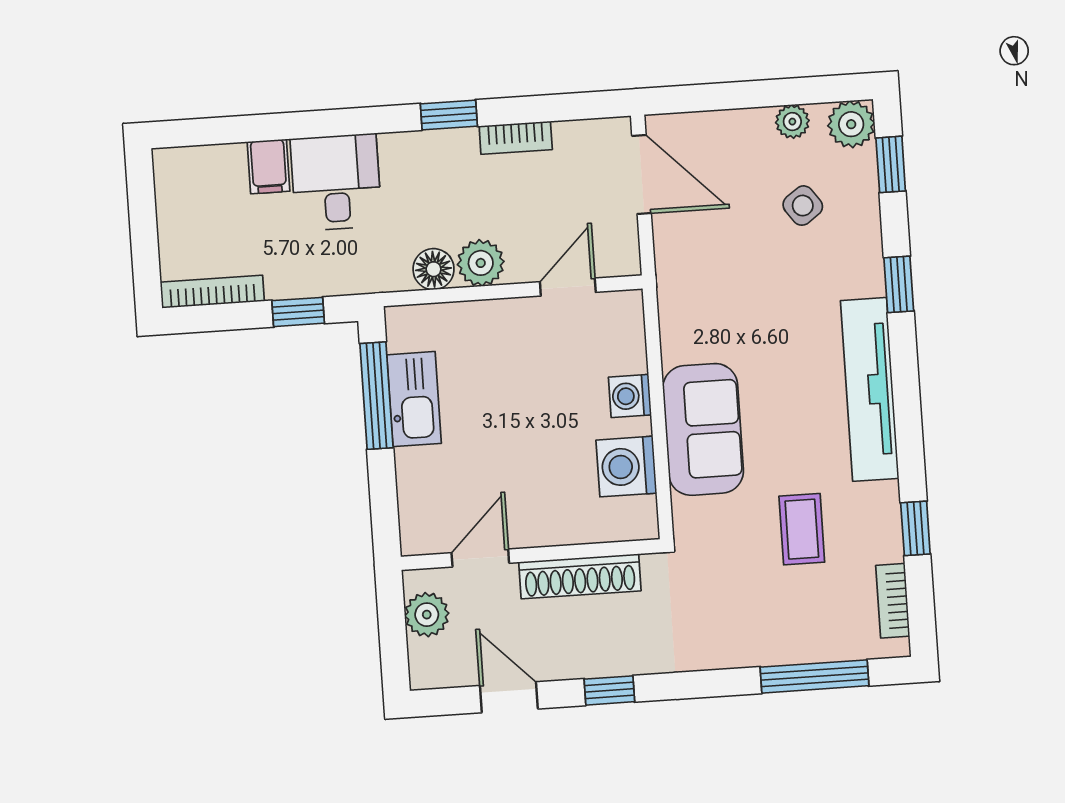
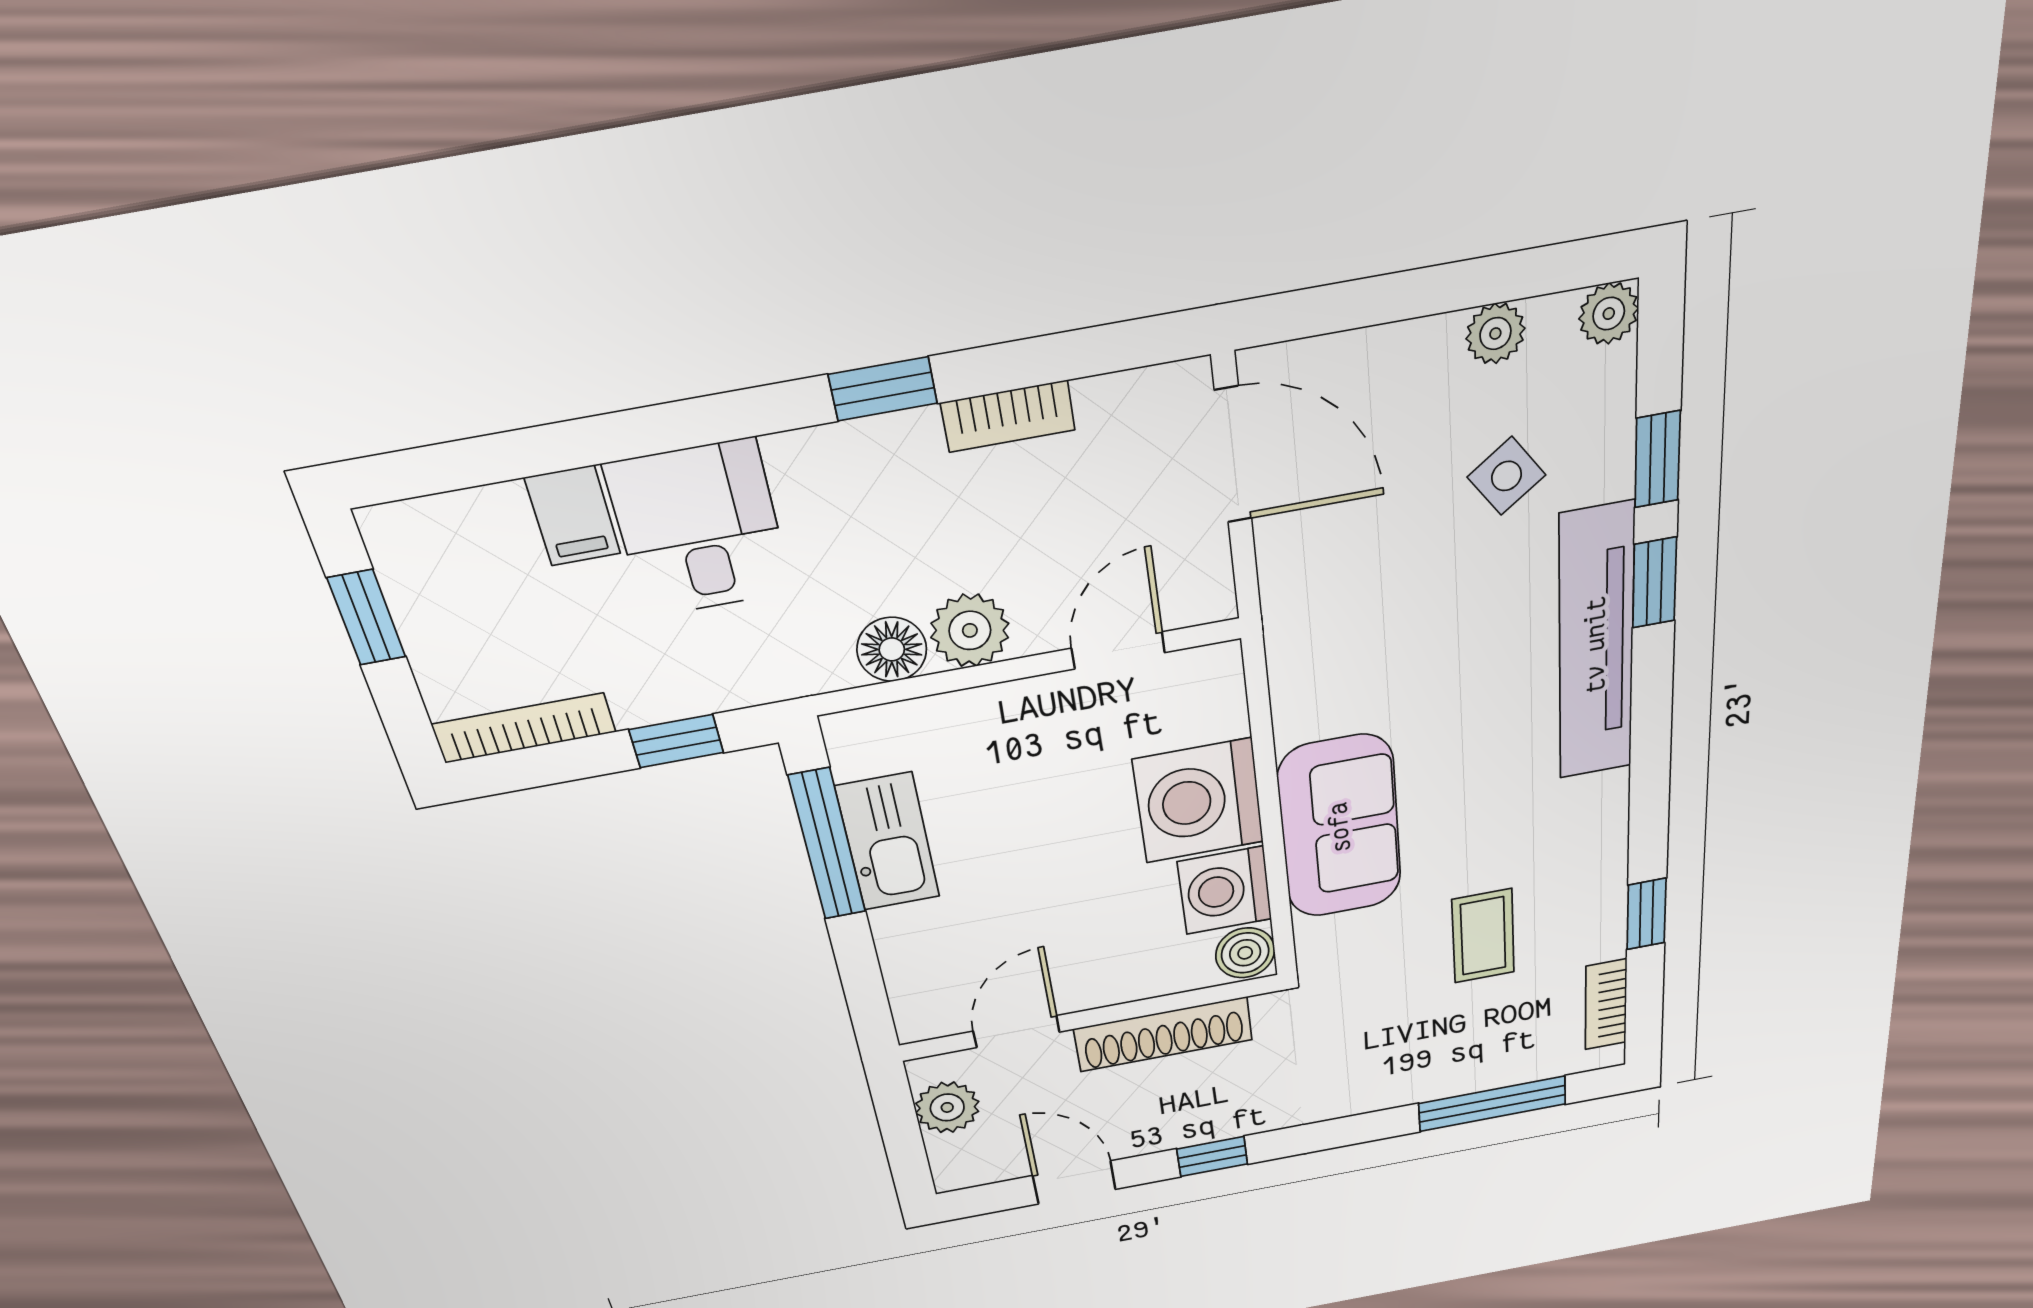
plant: (851, 124) -> (1609, 314), width x0.73, depth x0.73
window: (891, 164) -> (1657, 459), moved
window: (142, 212) -> (367, 618), added
tv unit: (870, 389) -> (1596, 644), moved
washing machine: (630, 396) -> (1199, 801), width x1.89, depth x1.89
boiler: (638, 518) -> (1245, 953), added

